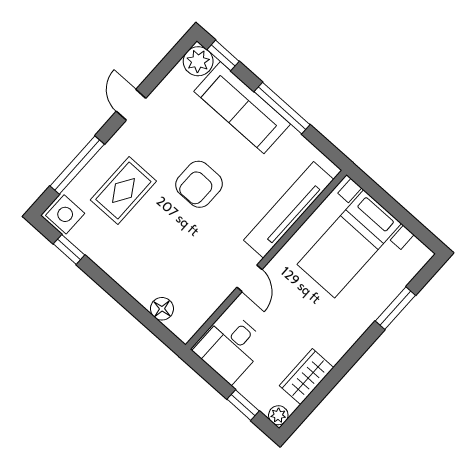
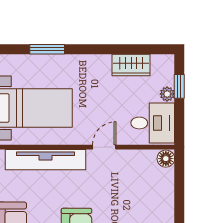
floor lamp: (162, 309) -> (166, 159), moved
plant: (278, 415) -> (167, 94), moved

